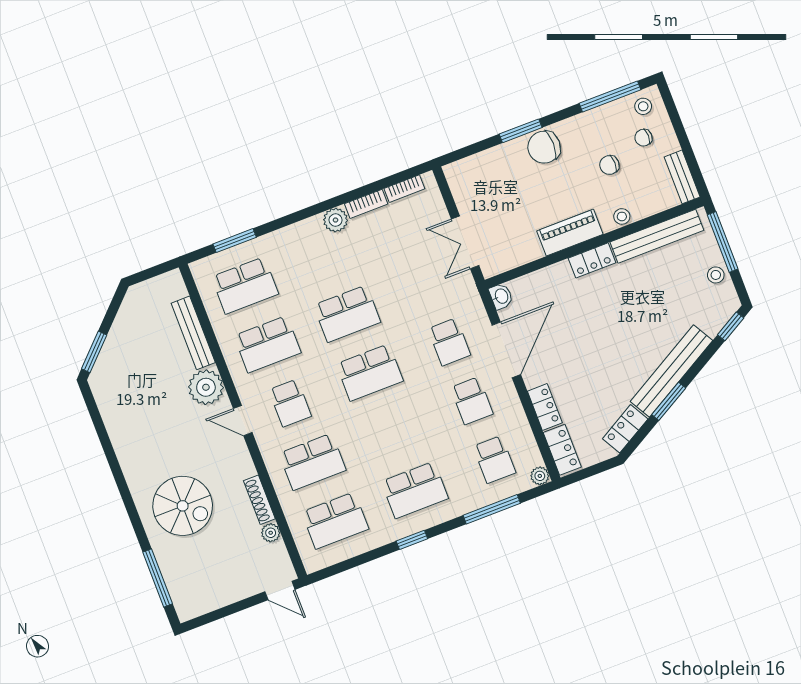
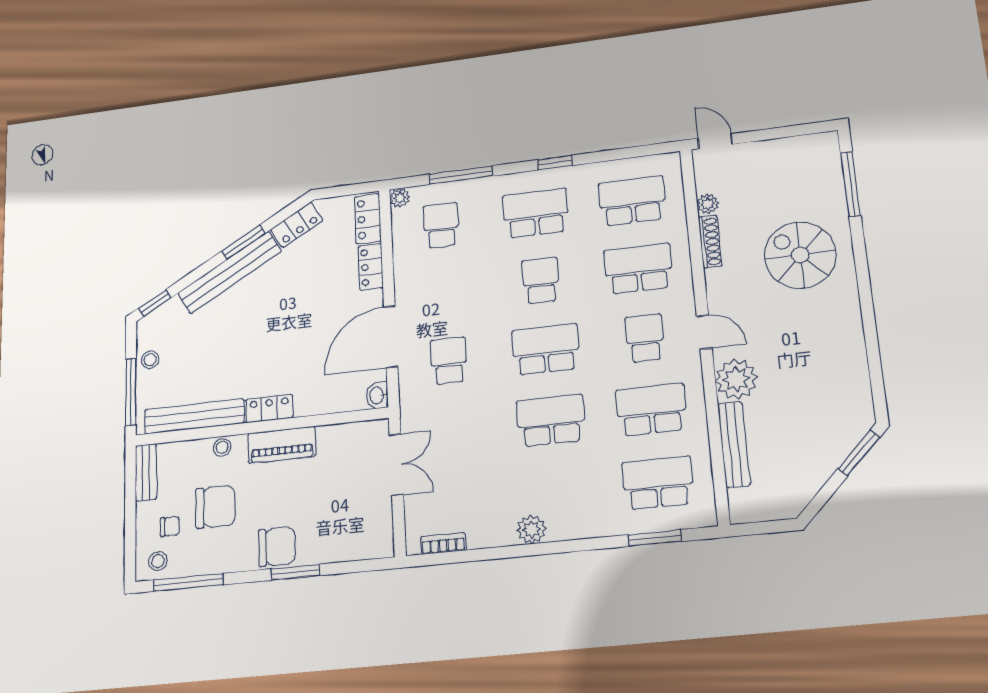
chair: (609, 165) -> (215, 507), width x1.87, depth x1.87
bookcase: (366, 204) -> (491, 538), removed
school desk: (472, 401) -> (541, 280), moved

